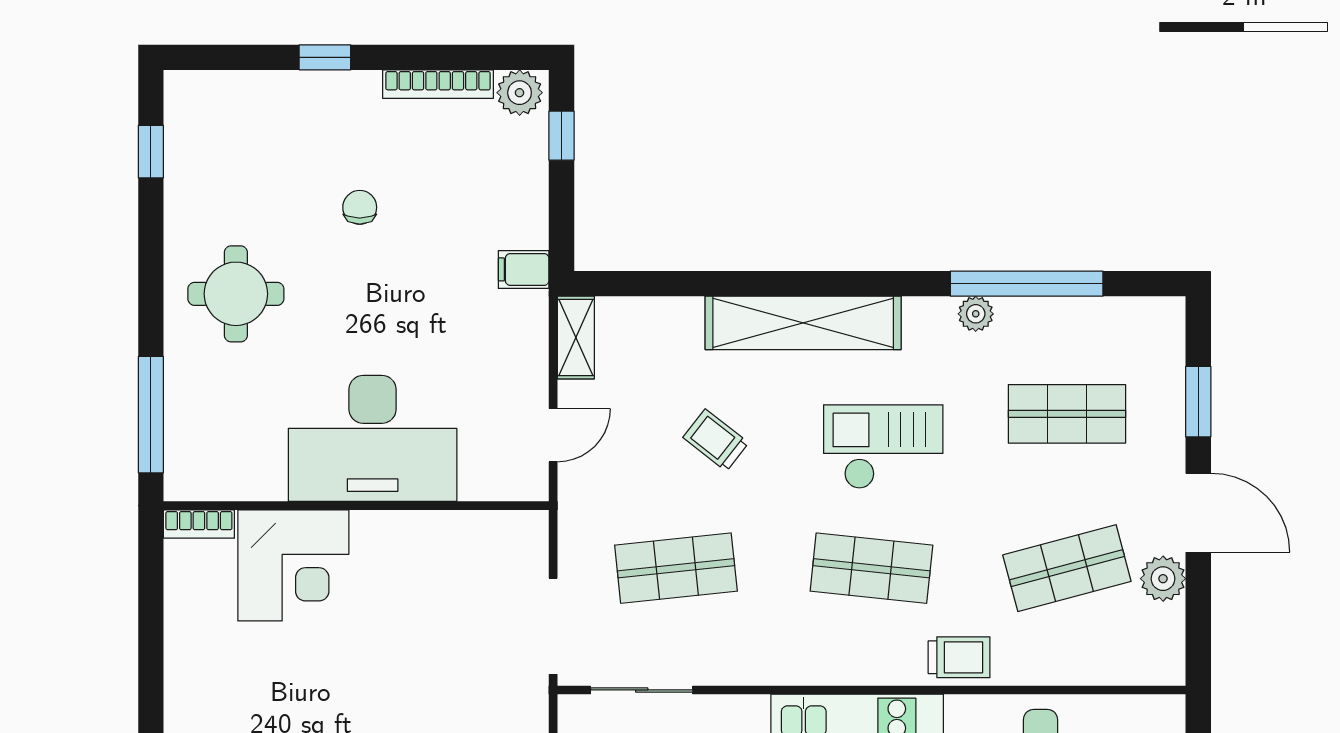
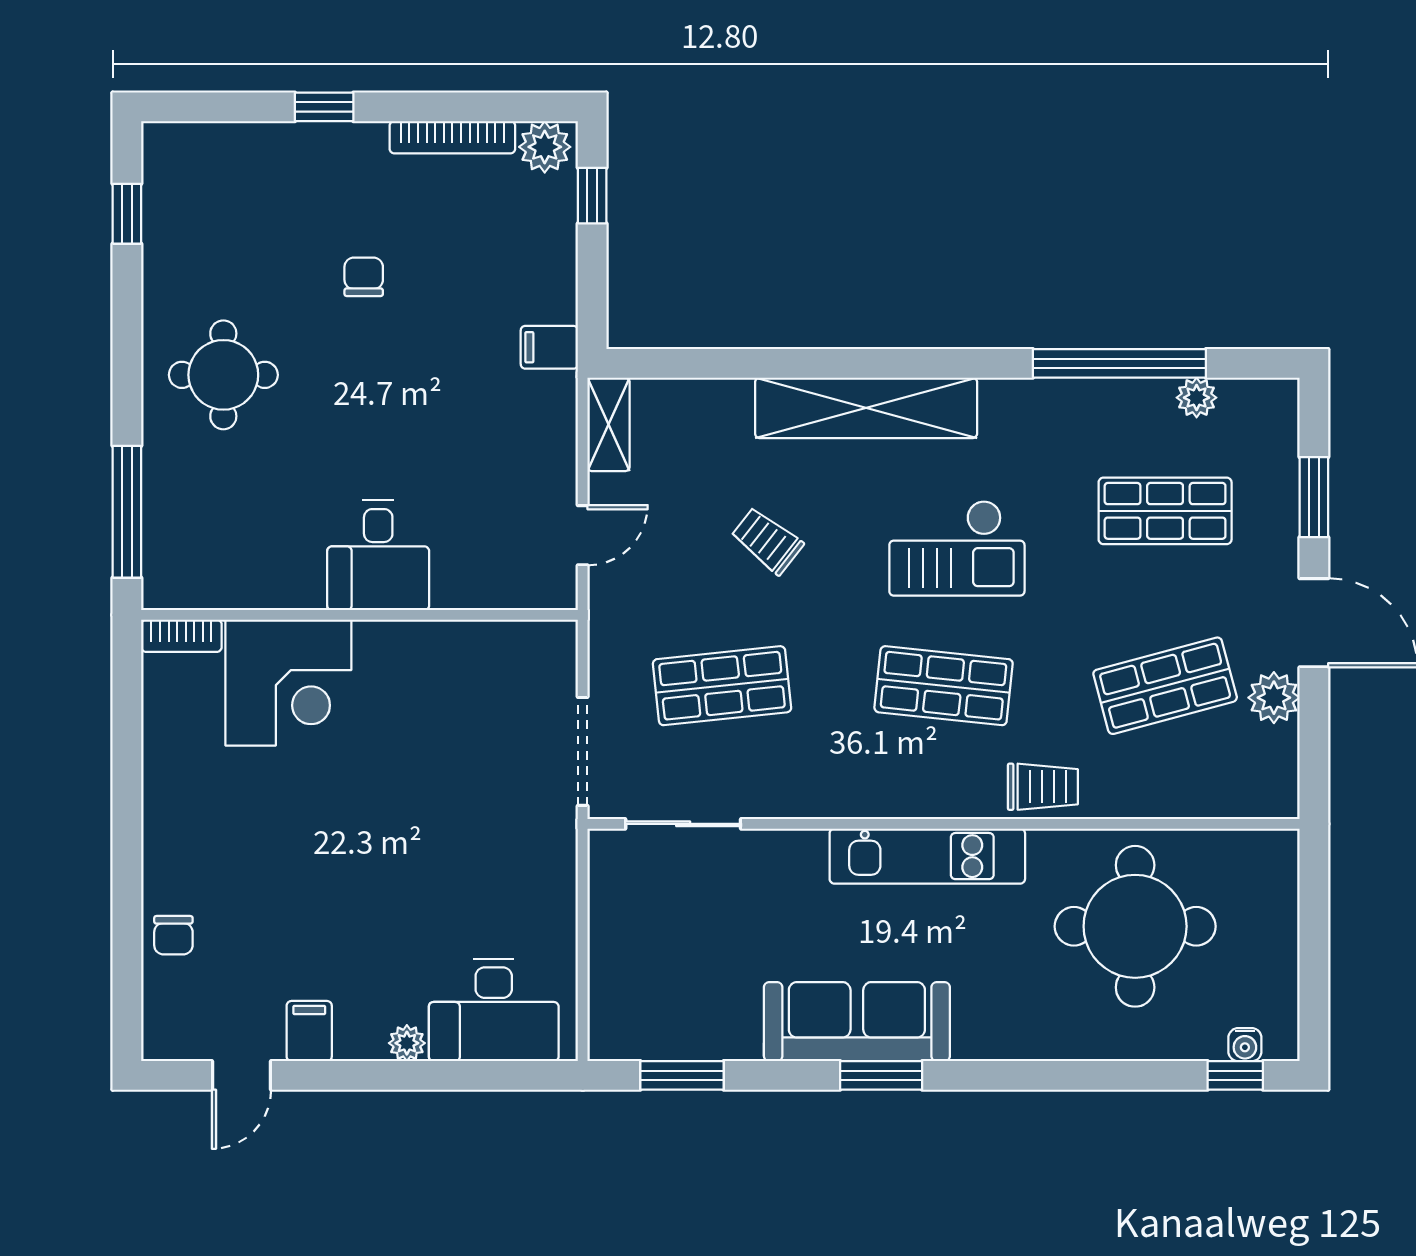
plant: (976, 314) -> (1197, 398), moved
desk: (373, 438) -> (378, 555), width x0.53, depth x0.77
checkout: (883, 447) -> (957, 548), turned 180

